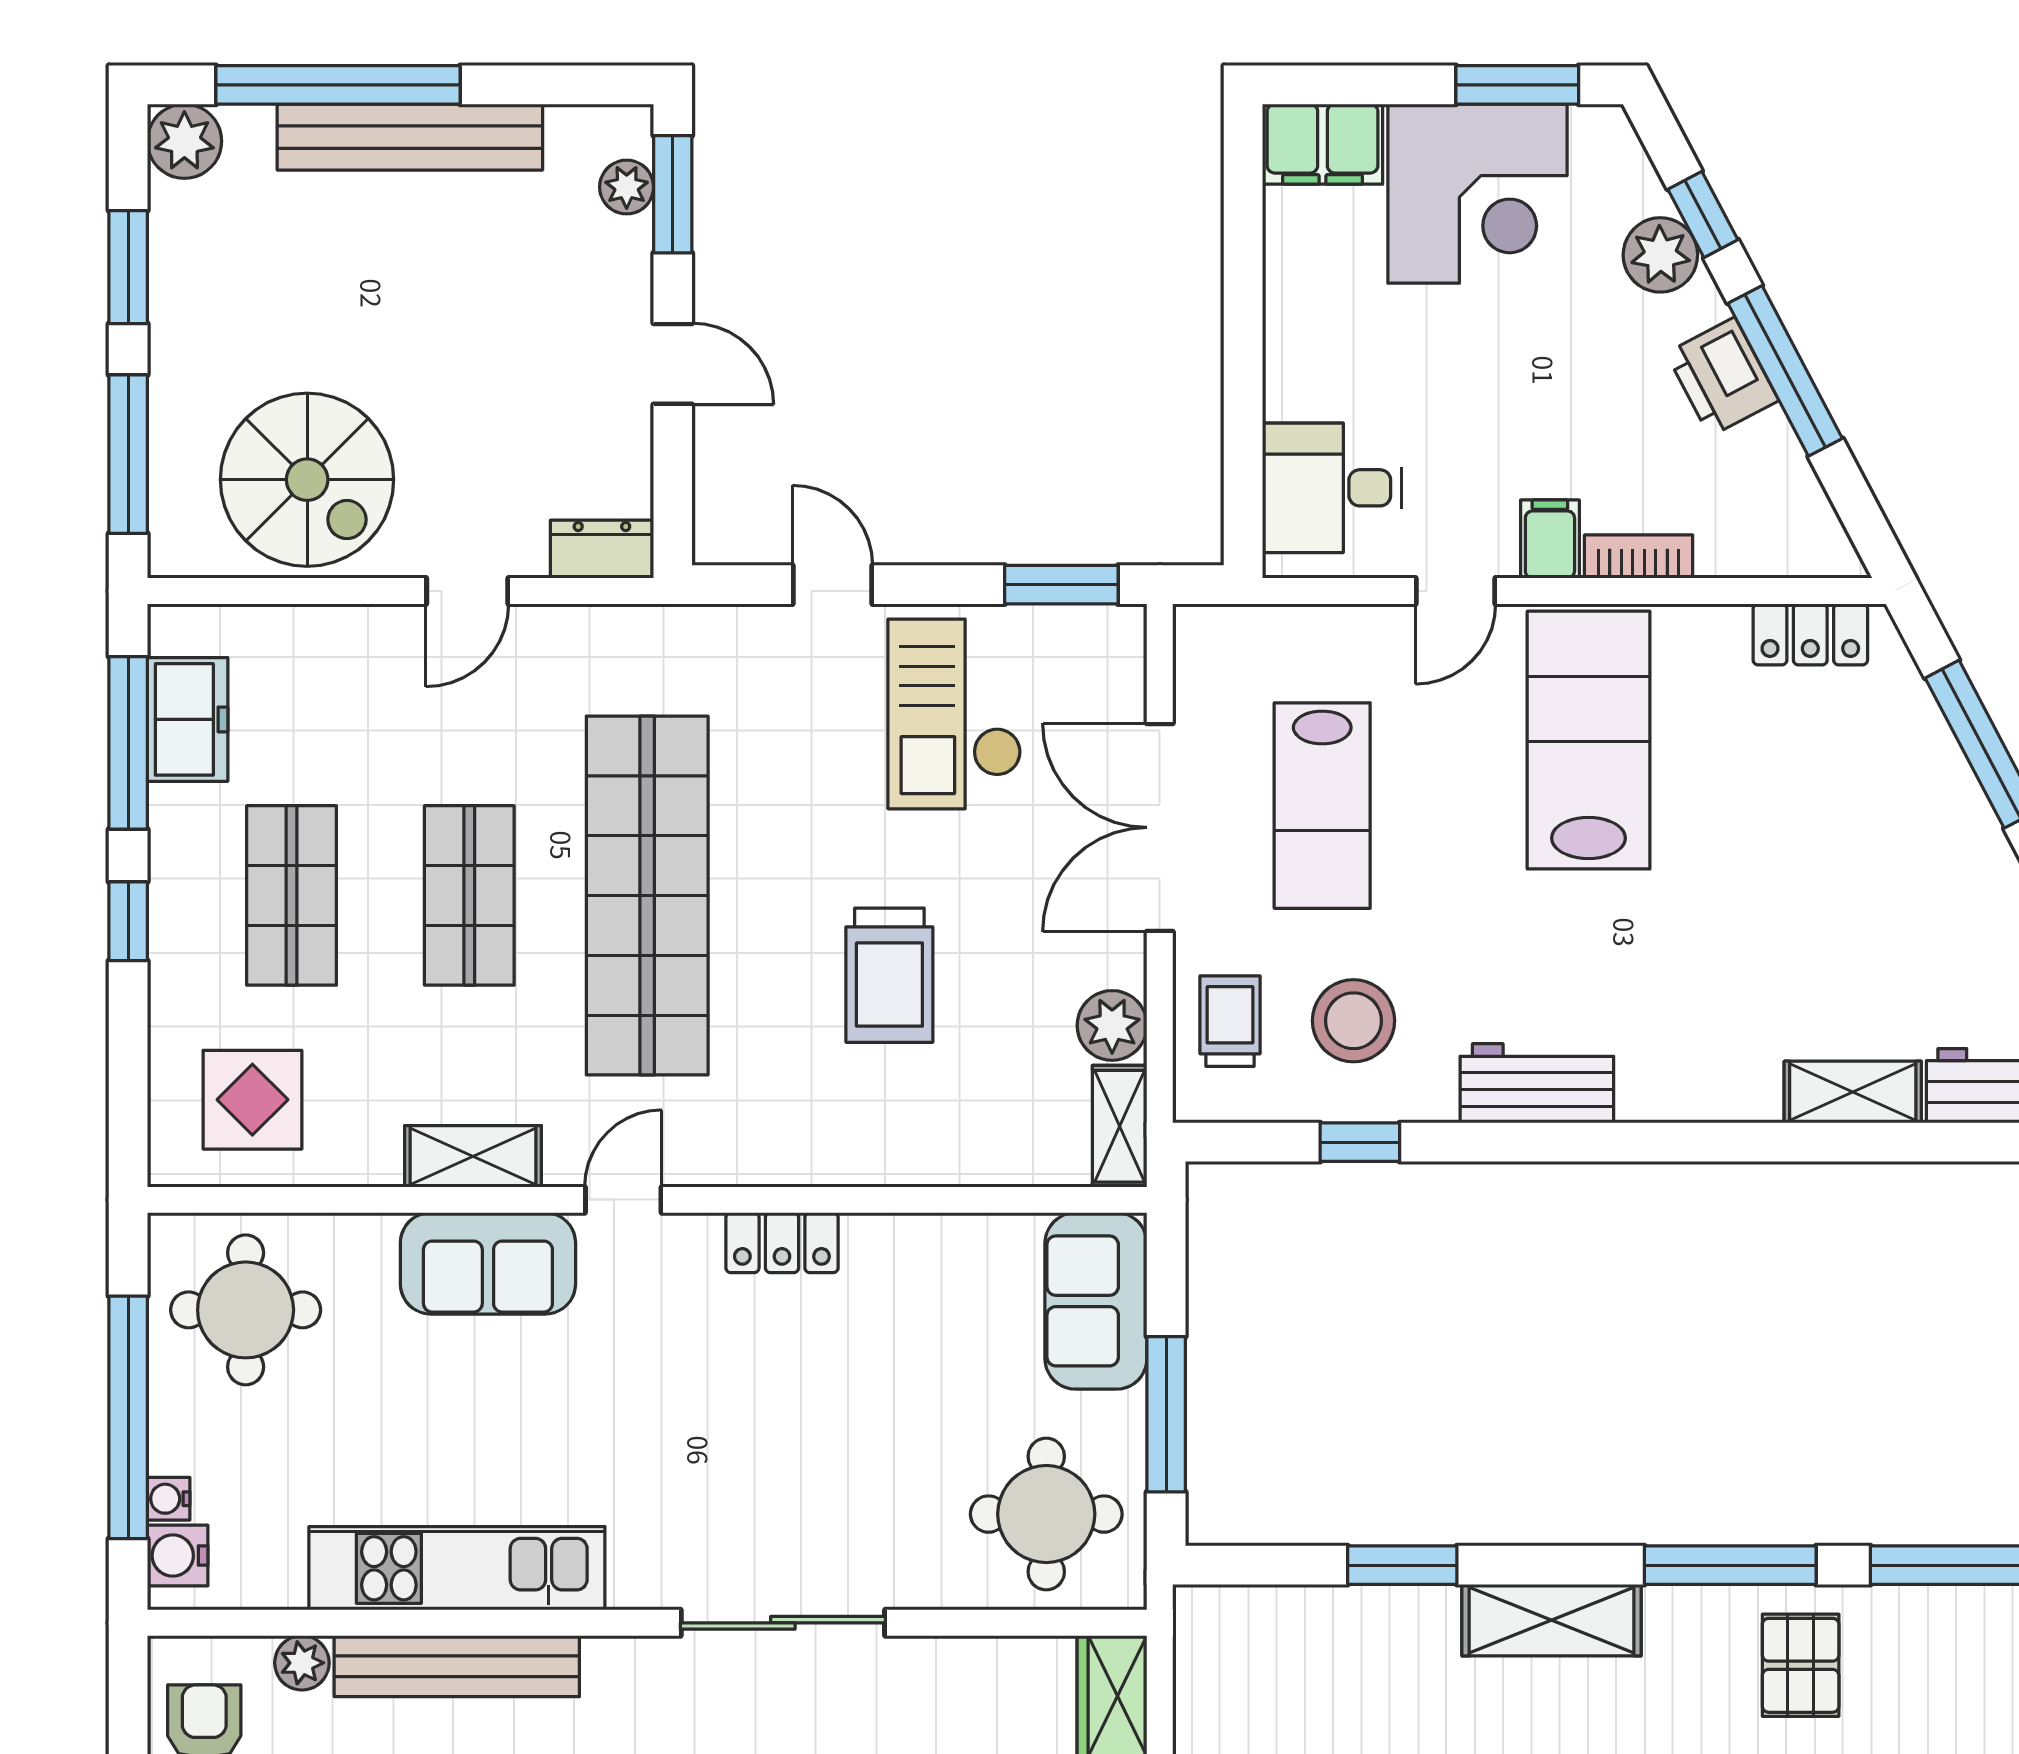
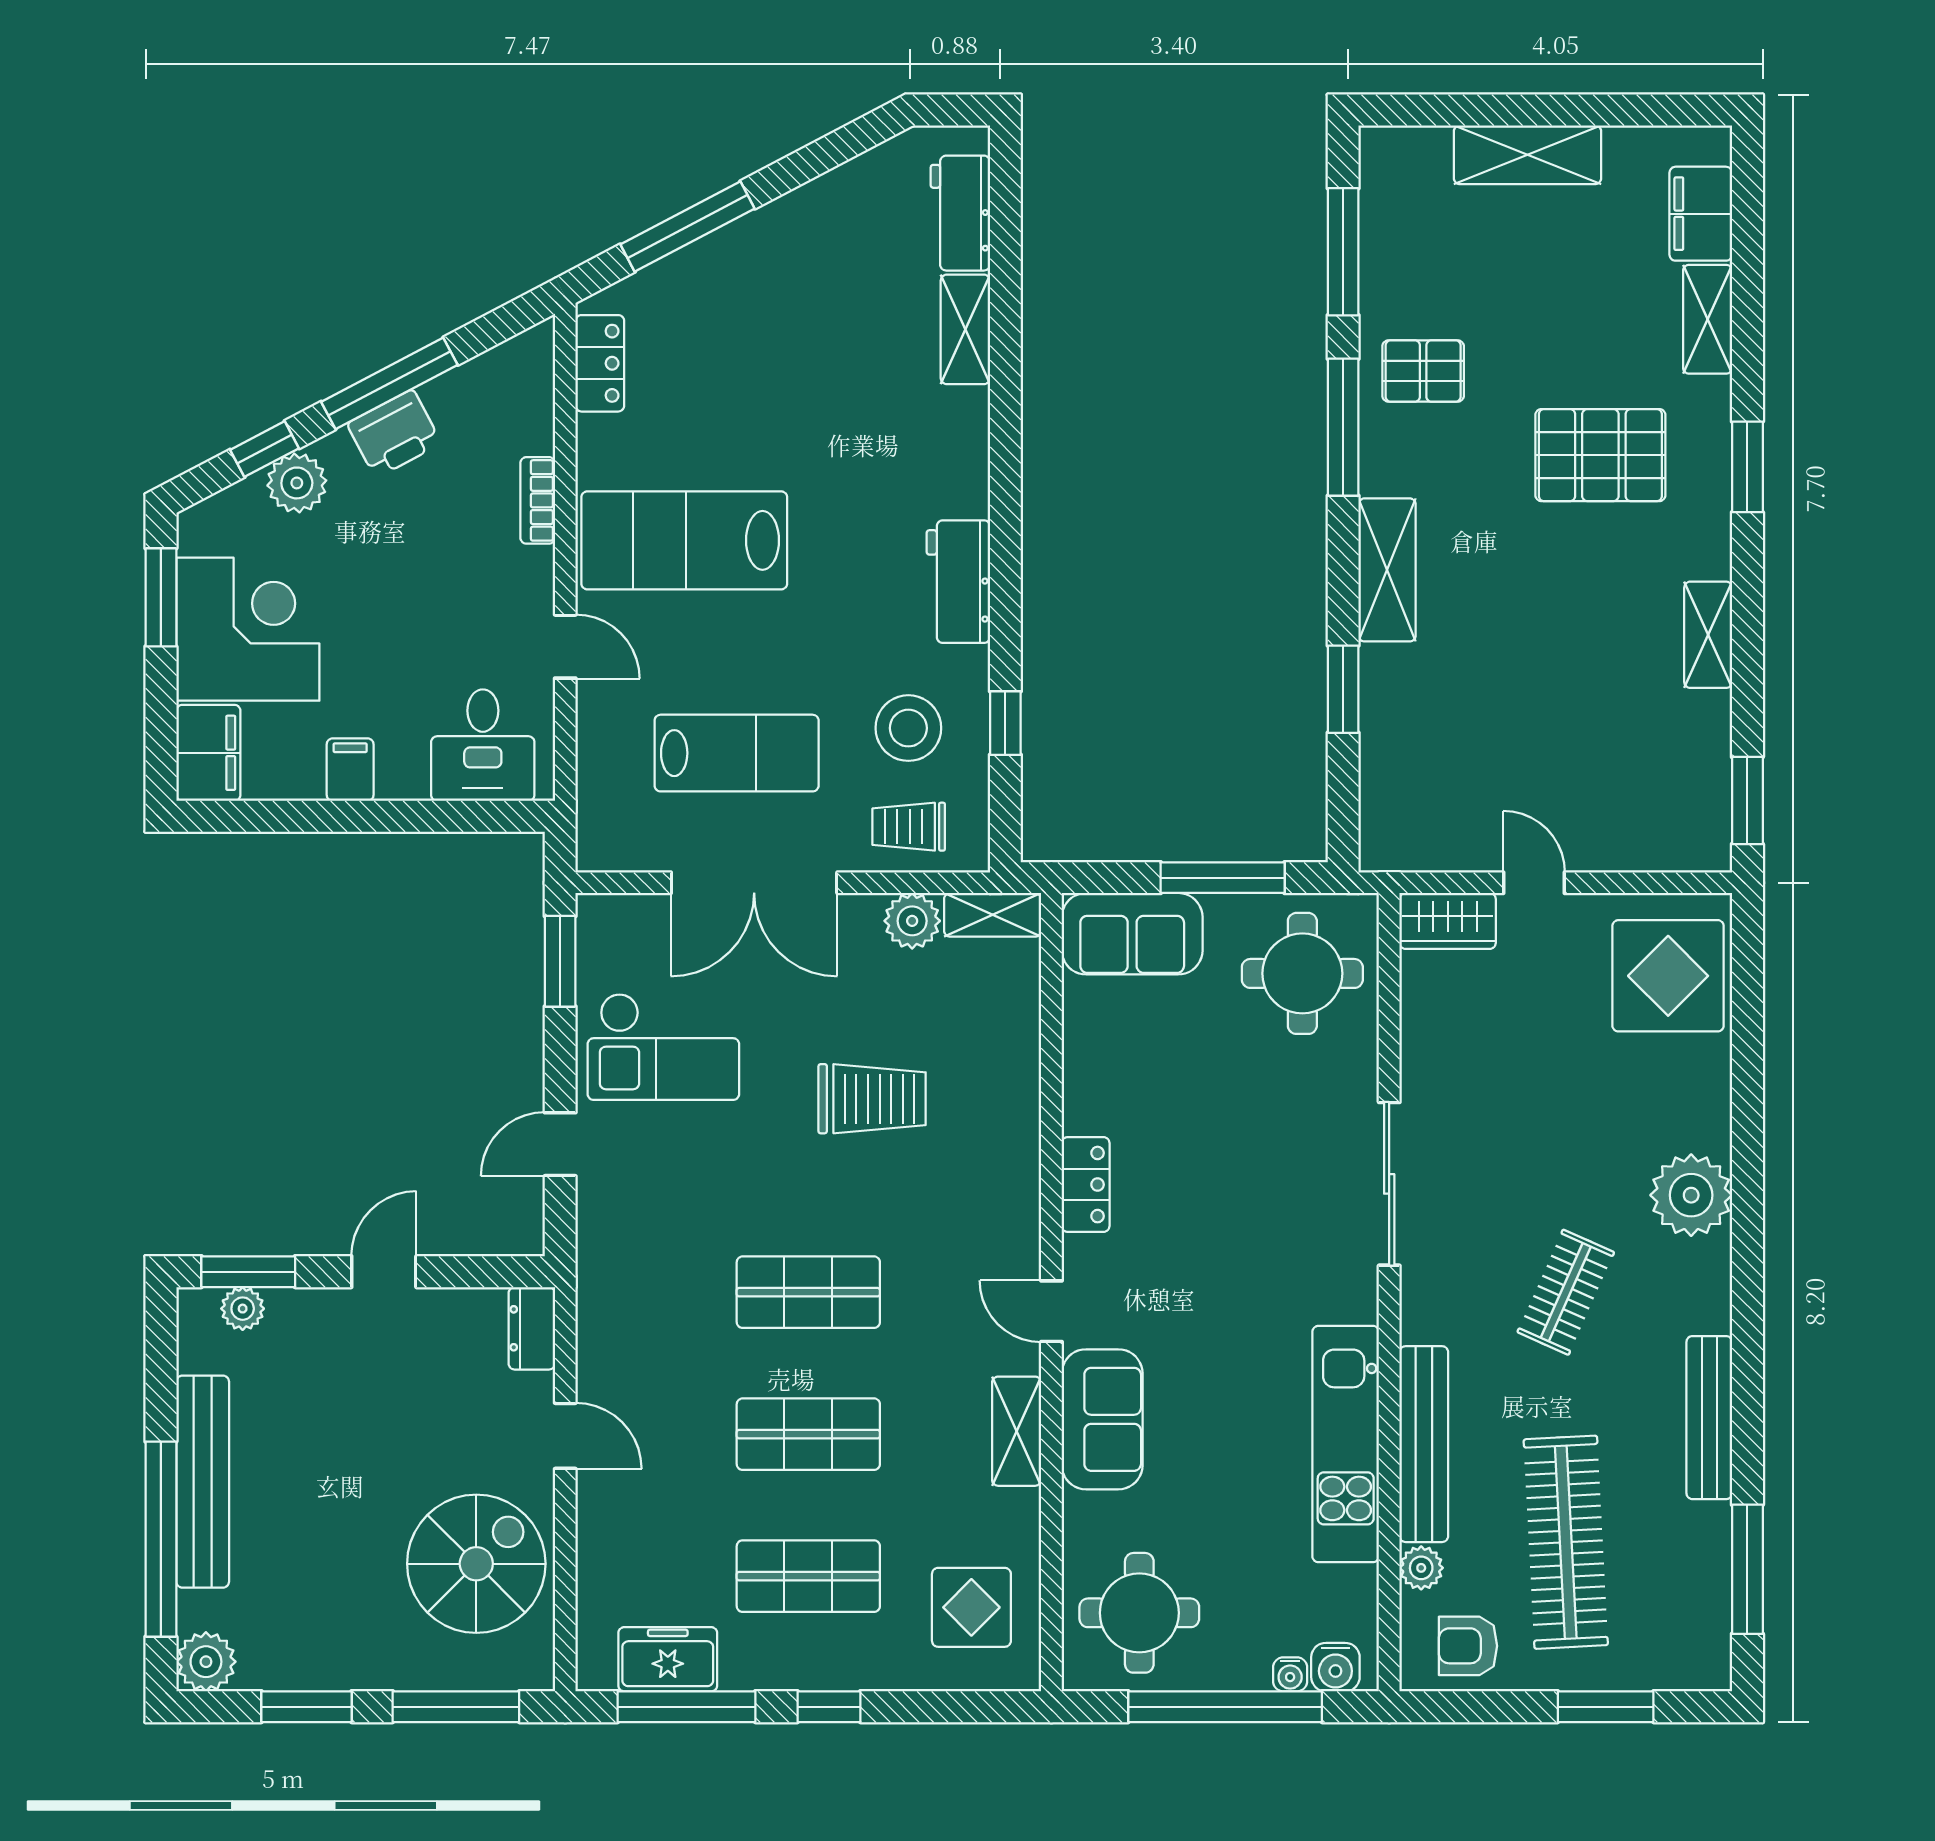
filing cabinet: (1550, 539) -> (350, 770), moved, turned 90
shop shelf: (647, 895) -> (808, 1292), width x0.50, depth x0.74

